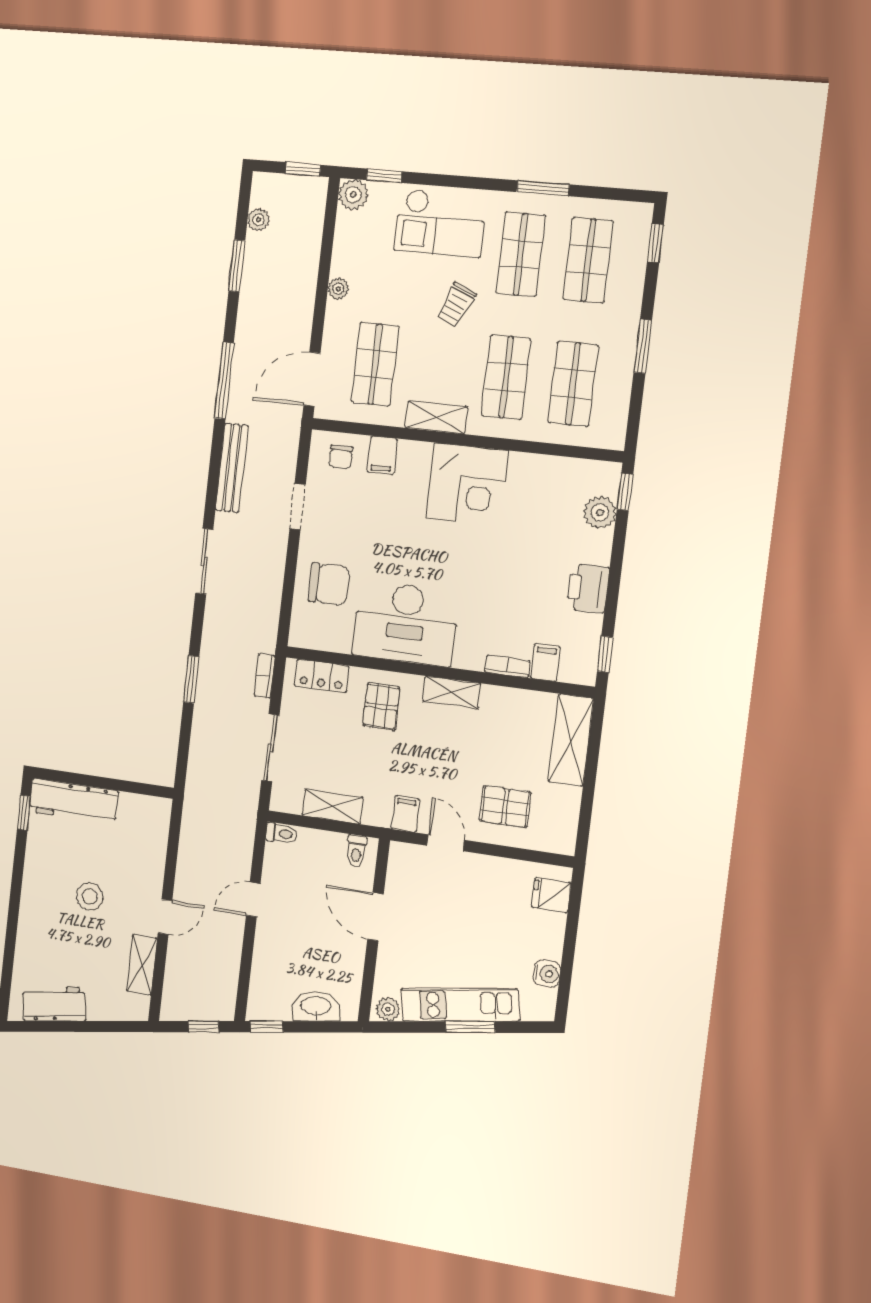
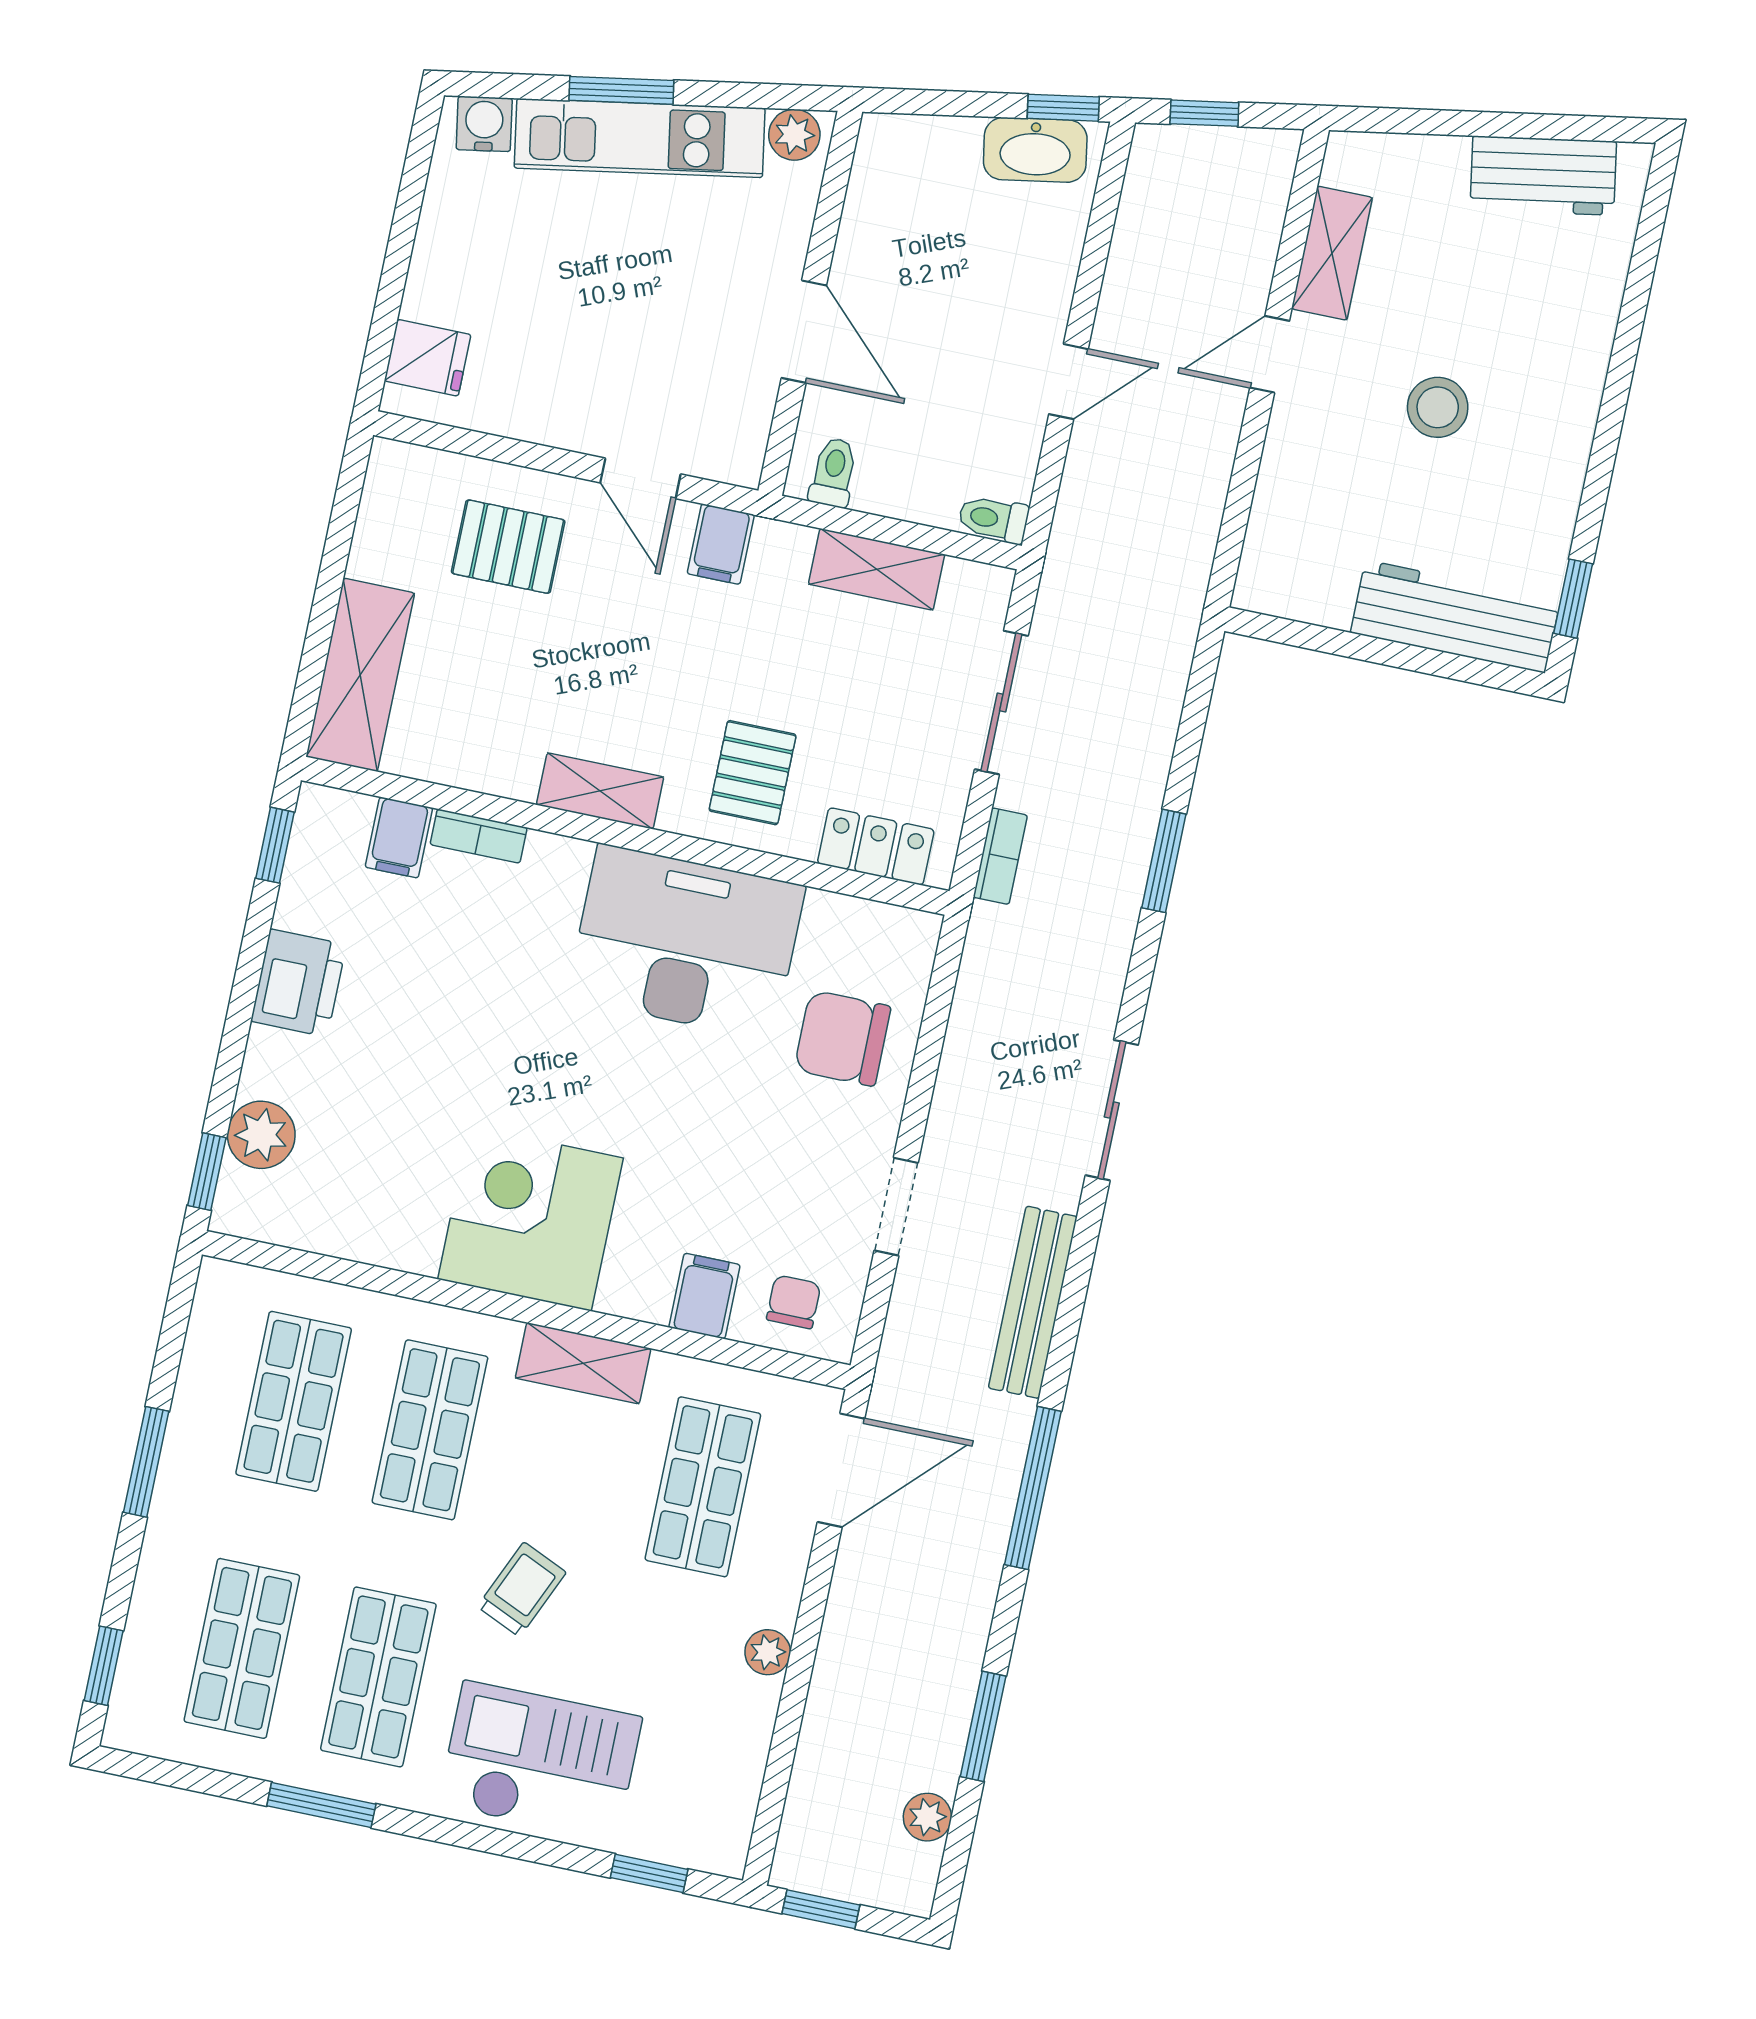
plant: (353, 195) -> (718, 1843), removed
water cooler: (547, 974) -> (484, 124), moved, turned 80
washbasin: (316, 1007) -> (1035, 150), moved

